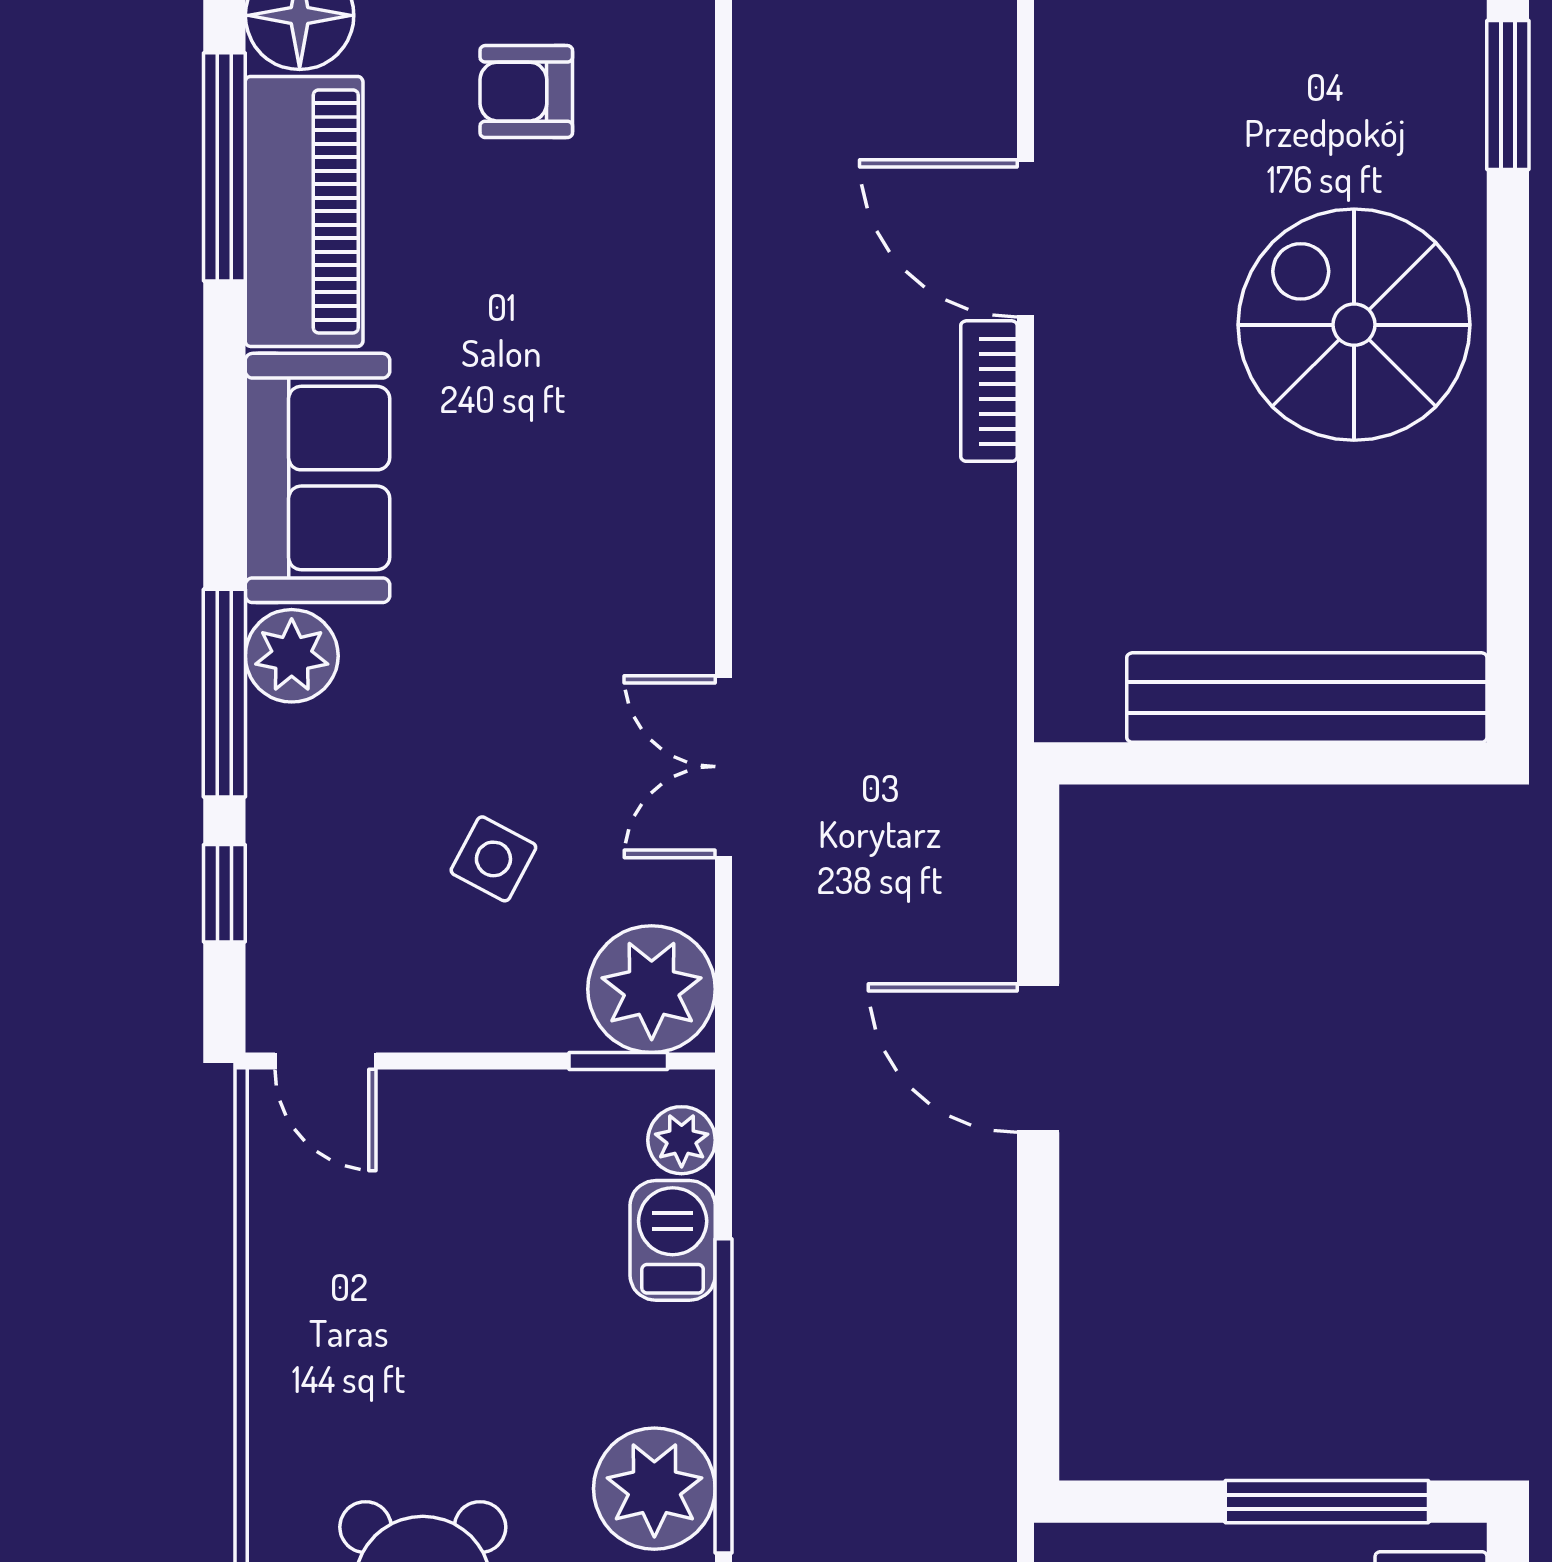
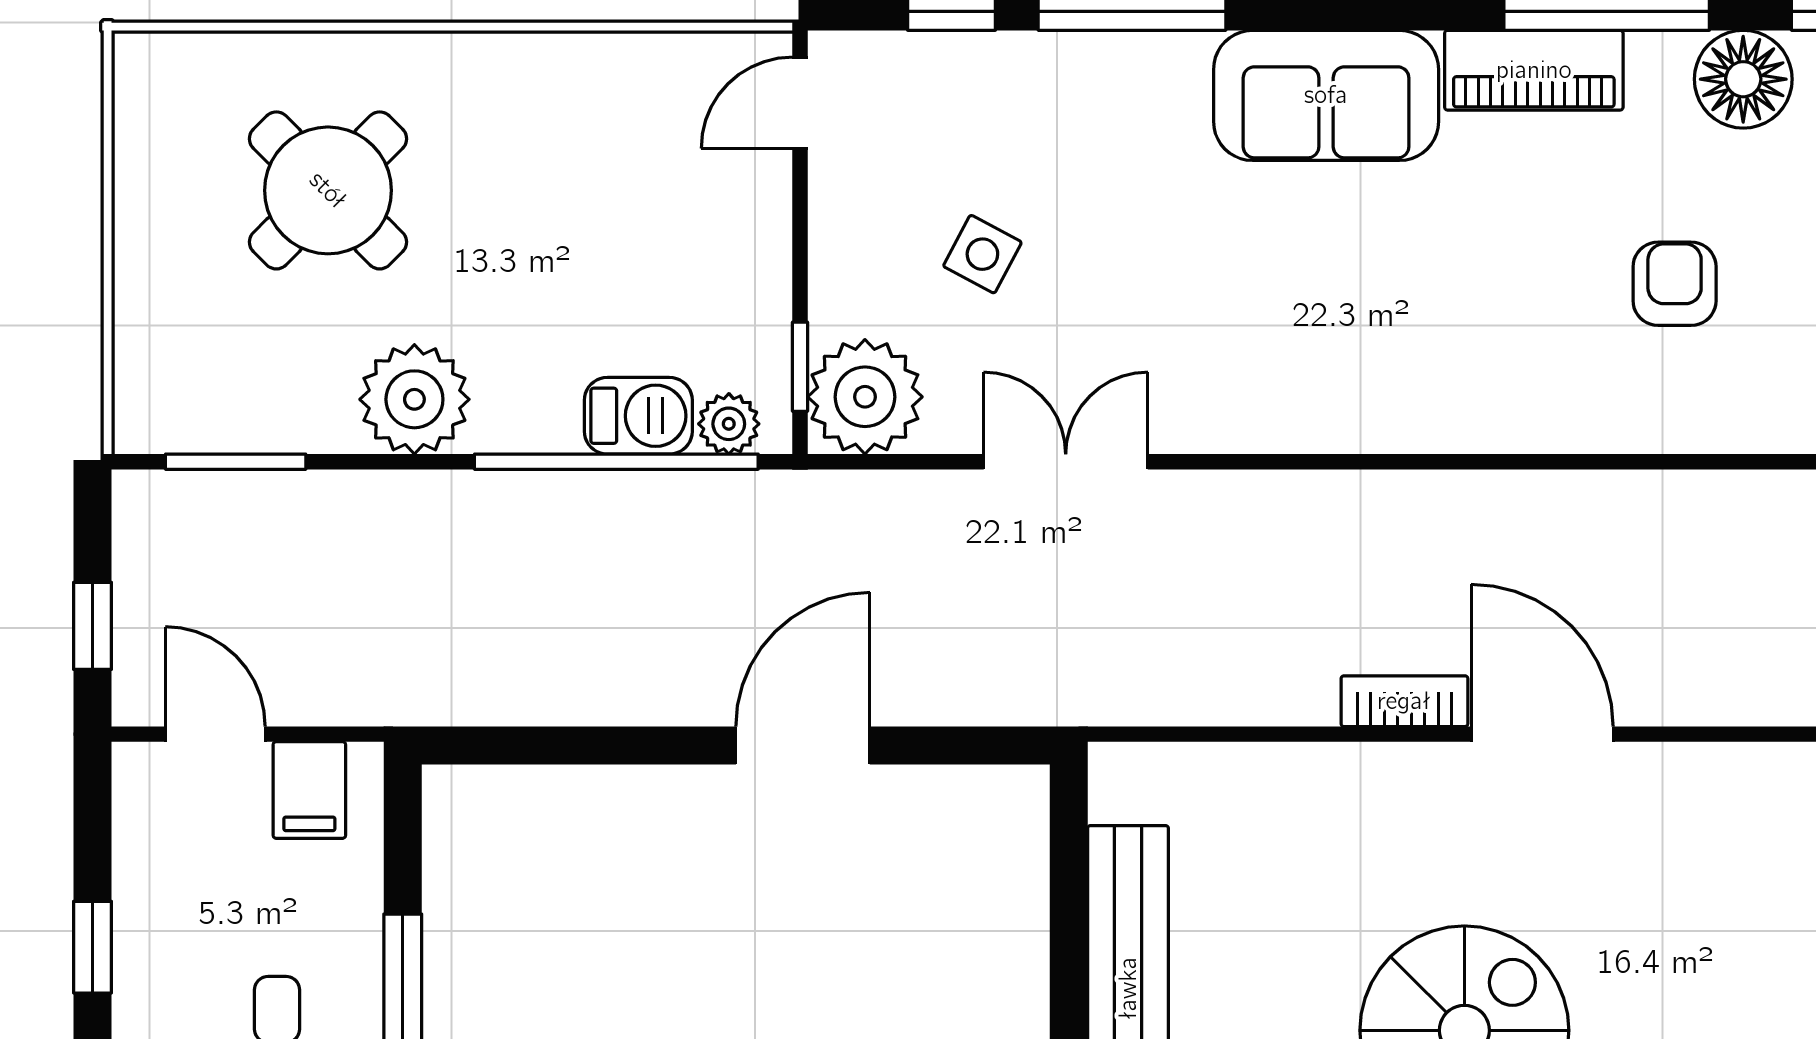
piano: (304, 211) -> (1534, 70), width x0.73, depth x0.75
door: (1026, 238) -> (1542, 734), hinge flipped
plant: (292, 656) -> (1166, 72), removed
window: (724, 1396) -> (616, 462), moved

